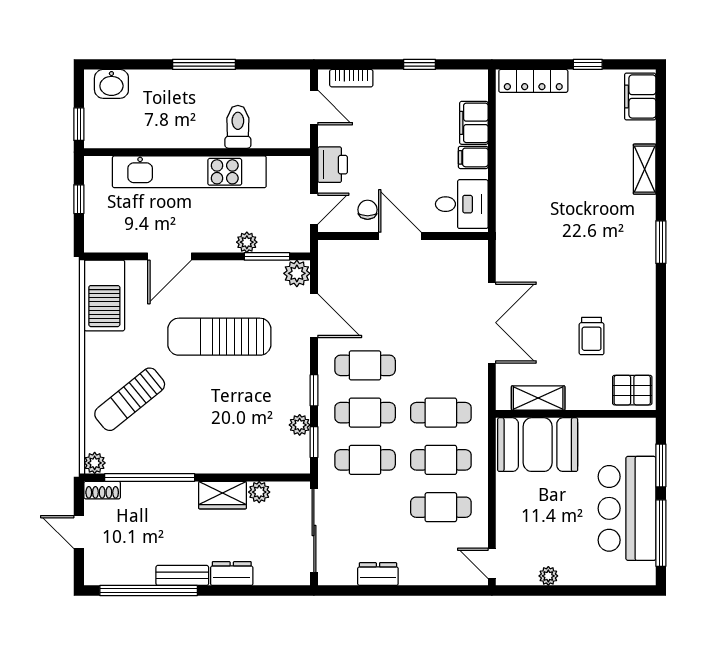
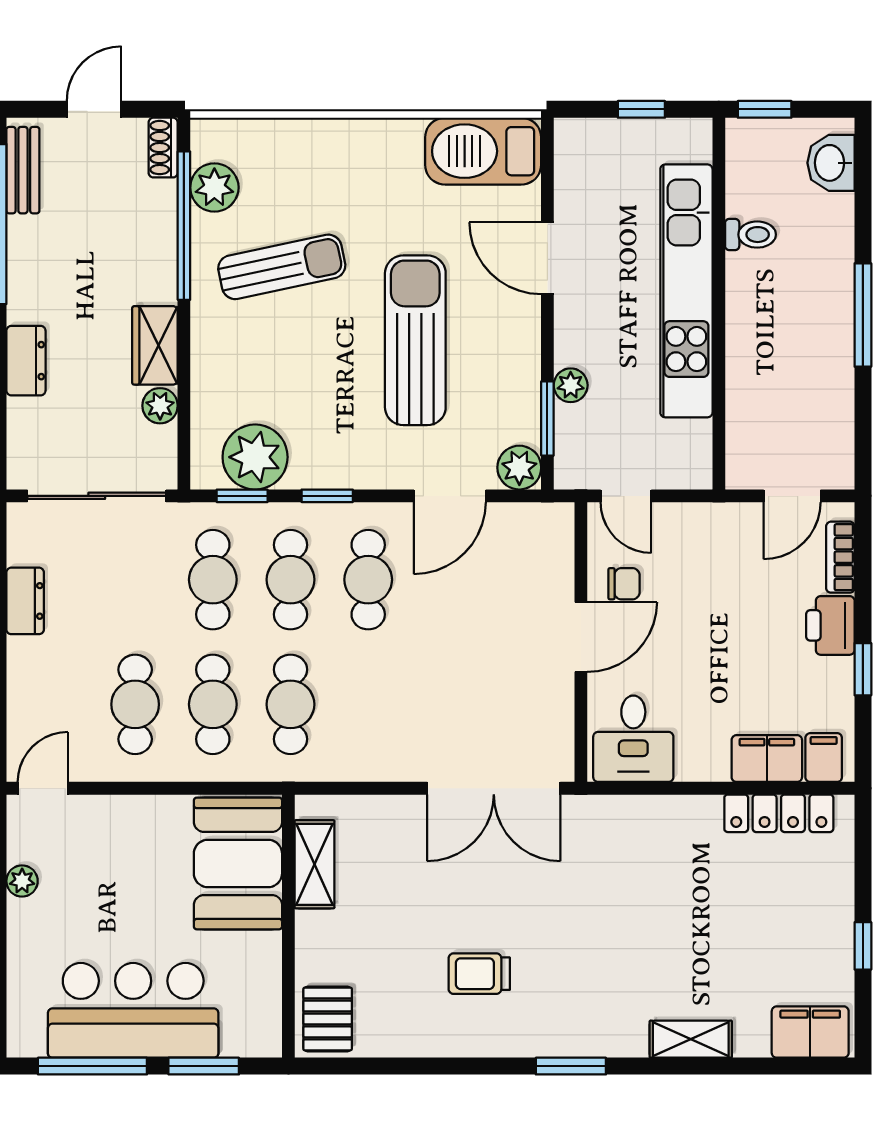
locker: (533, 81) -> (779, 813), moved, turned -90
toilet: (238, 127) -> (750, 235), moved, width x0.73, depth x0.72
filing cabinet: (473, 157) -> (824, 758), moved
printer: (333, 165) -> (830, 625), moved, turned 90
double door: (492, 323) -> (494, 788), moved
trolley: (592, 336) -> (479, 974), moved
sun lounger: (130, 399) -> (282, 267), moved, turned 117
plant: (300, 425) -> (255, 457), width x1.88, depth x1.88
plant: (95, 463) -> (214, 187), moved, width x1.38, depth x1.38
bench: (182, 575) -> (23, 170), moved

